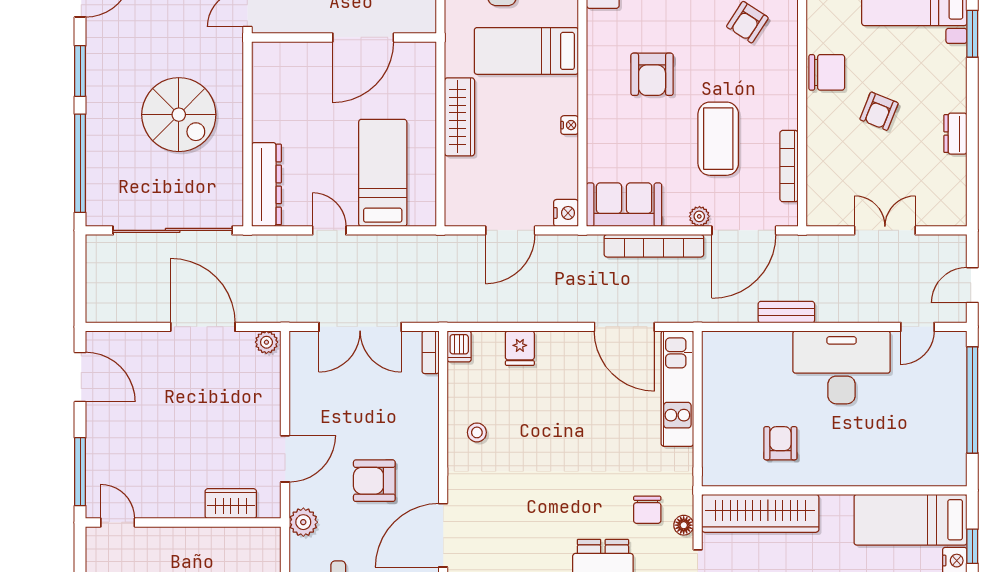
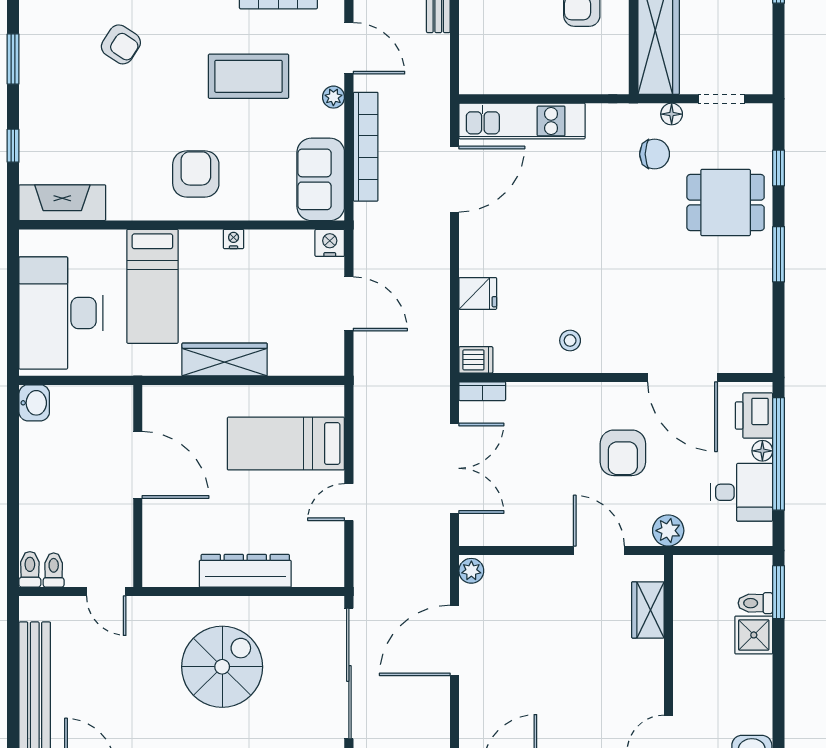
armchair: (652, 74) -> (196, 174), moved, turned -90
dresser: (266, 184) -> (245, 571), moved
door: (744, 230) -> (349, 48), width x0.73

